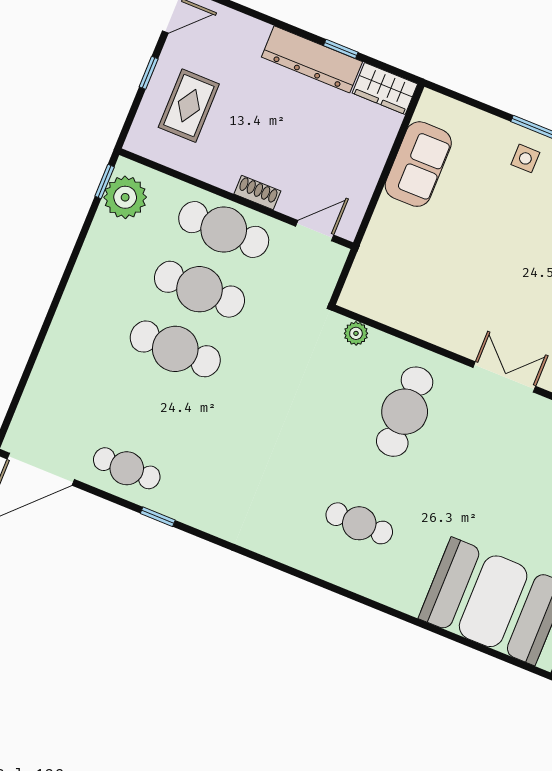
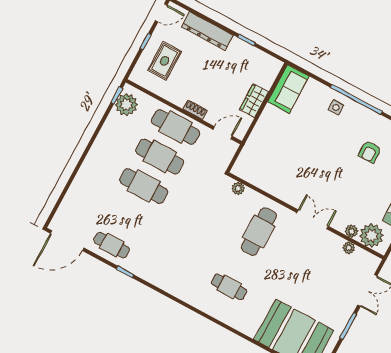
dresser: (312, 59) -> (207, 31), moved
wardrobe: (385, 89) -> (254, 101), moved, turned 90
sofa: (418, 164) -> (288, 89), moved

